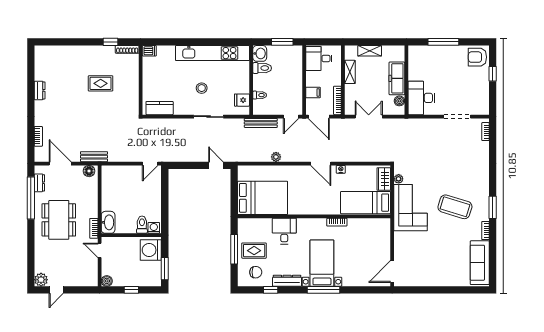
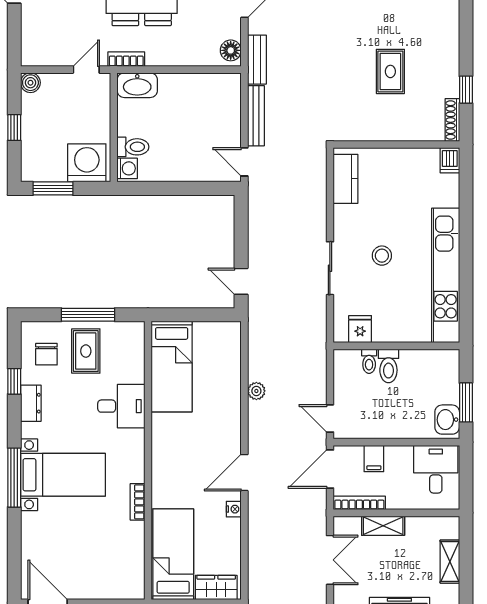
washbasin: (260, 53) -> (447, 420), moved, turned 90
toilet: (262, 68) -> (388, 366), moved
shelving: (350, 72) -> (383, 526), moved
bench: (261, 123) -> (256, 116), moved
door: (216, 165) -> (241, 281), swing flipped
bed: (263, 198) -> (172, 367), width x0.67
dresser: (287, 281) -> (31, 403), width x0.70

